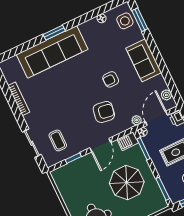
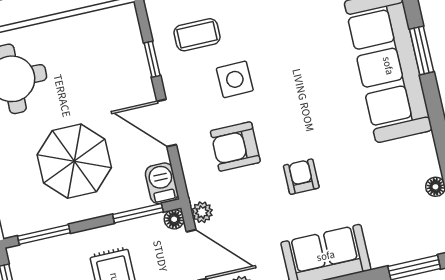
side table: (125, 21) -> (235, 79), moved
window: (54, 33) -> (422, 50), moved
armchair: (104, 112) -> (235, 147), turned 81

